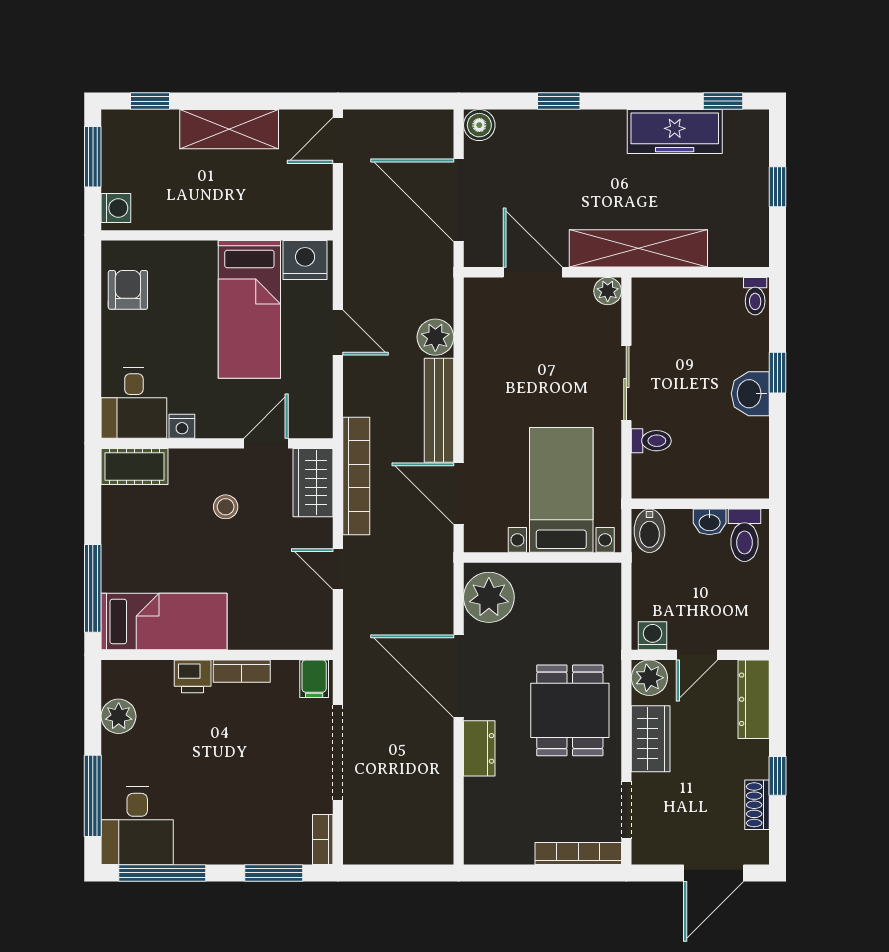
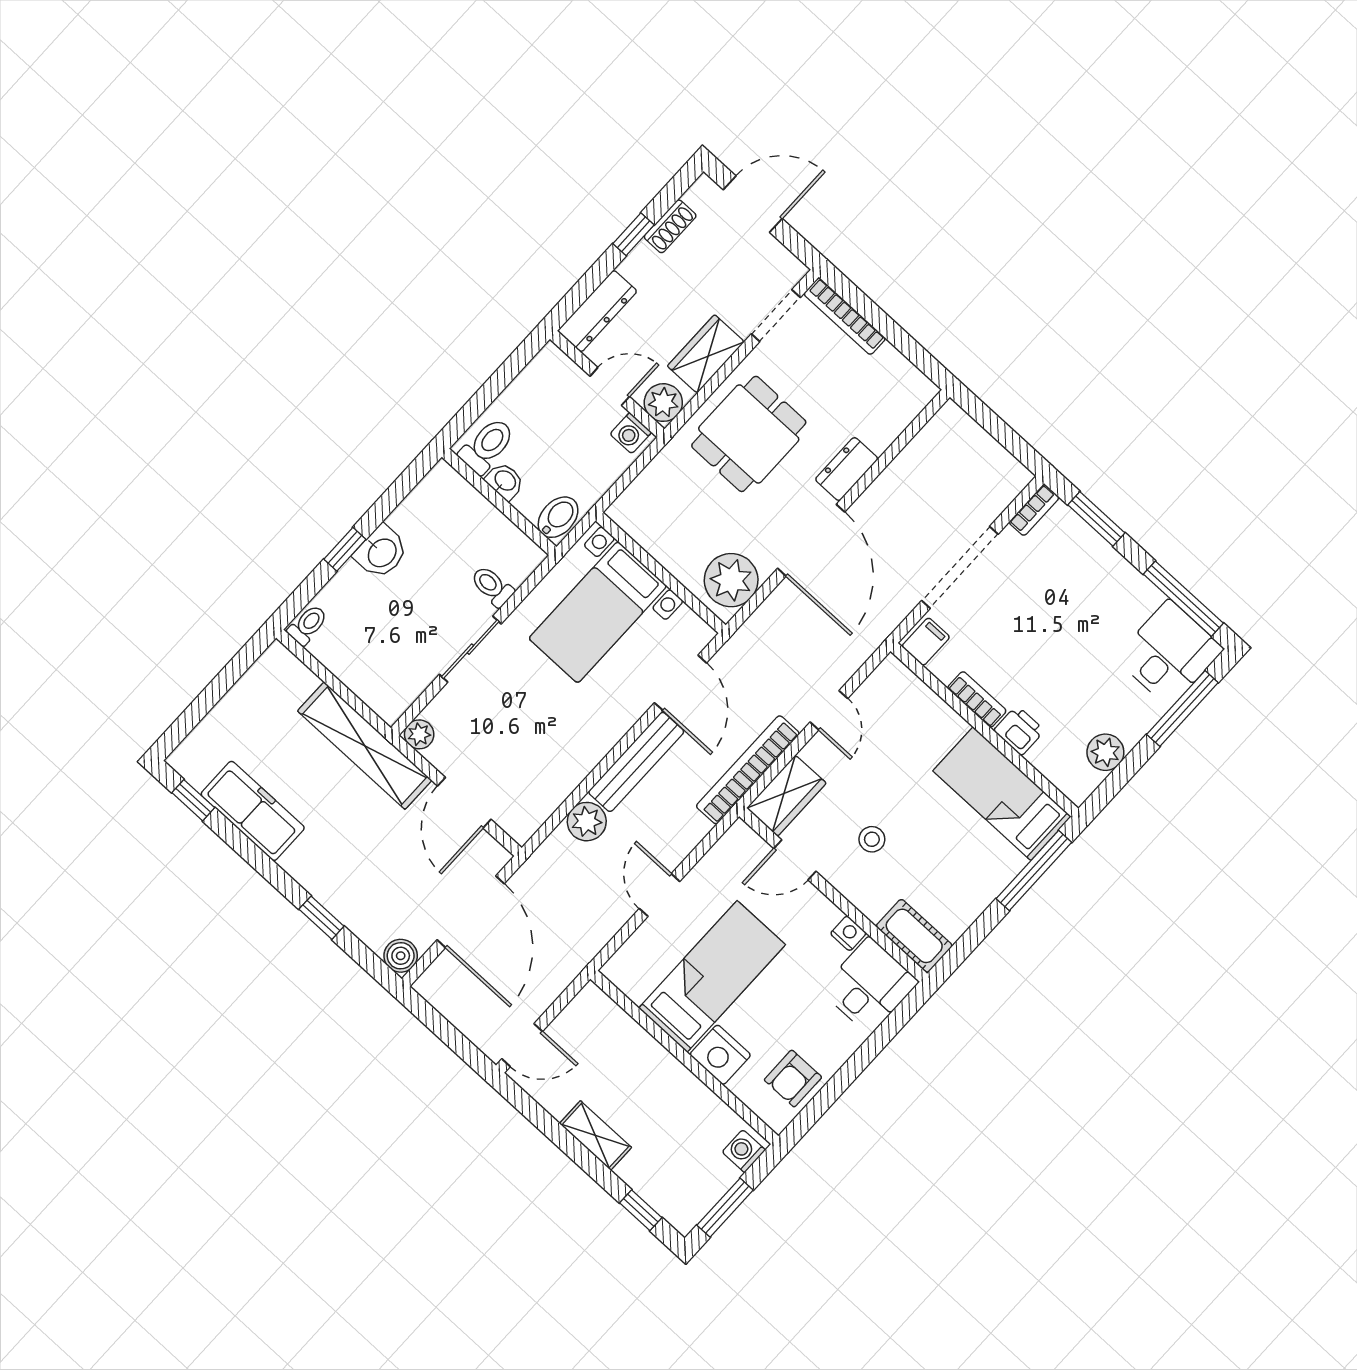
shelving: (229, 129) -> (595, 1135), width x0.67, depth x0.75
window: (777, 187) -> (212, 694), removed
nightstand: (305, 260) -> (720, 1055), moved

